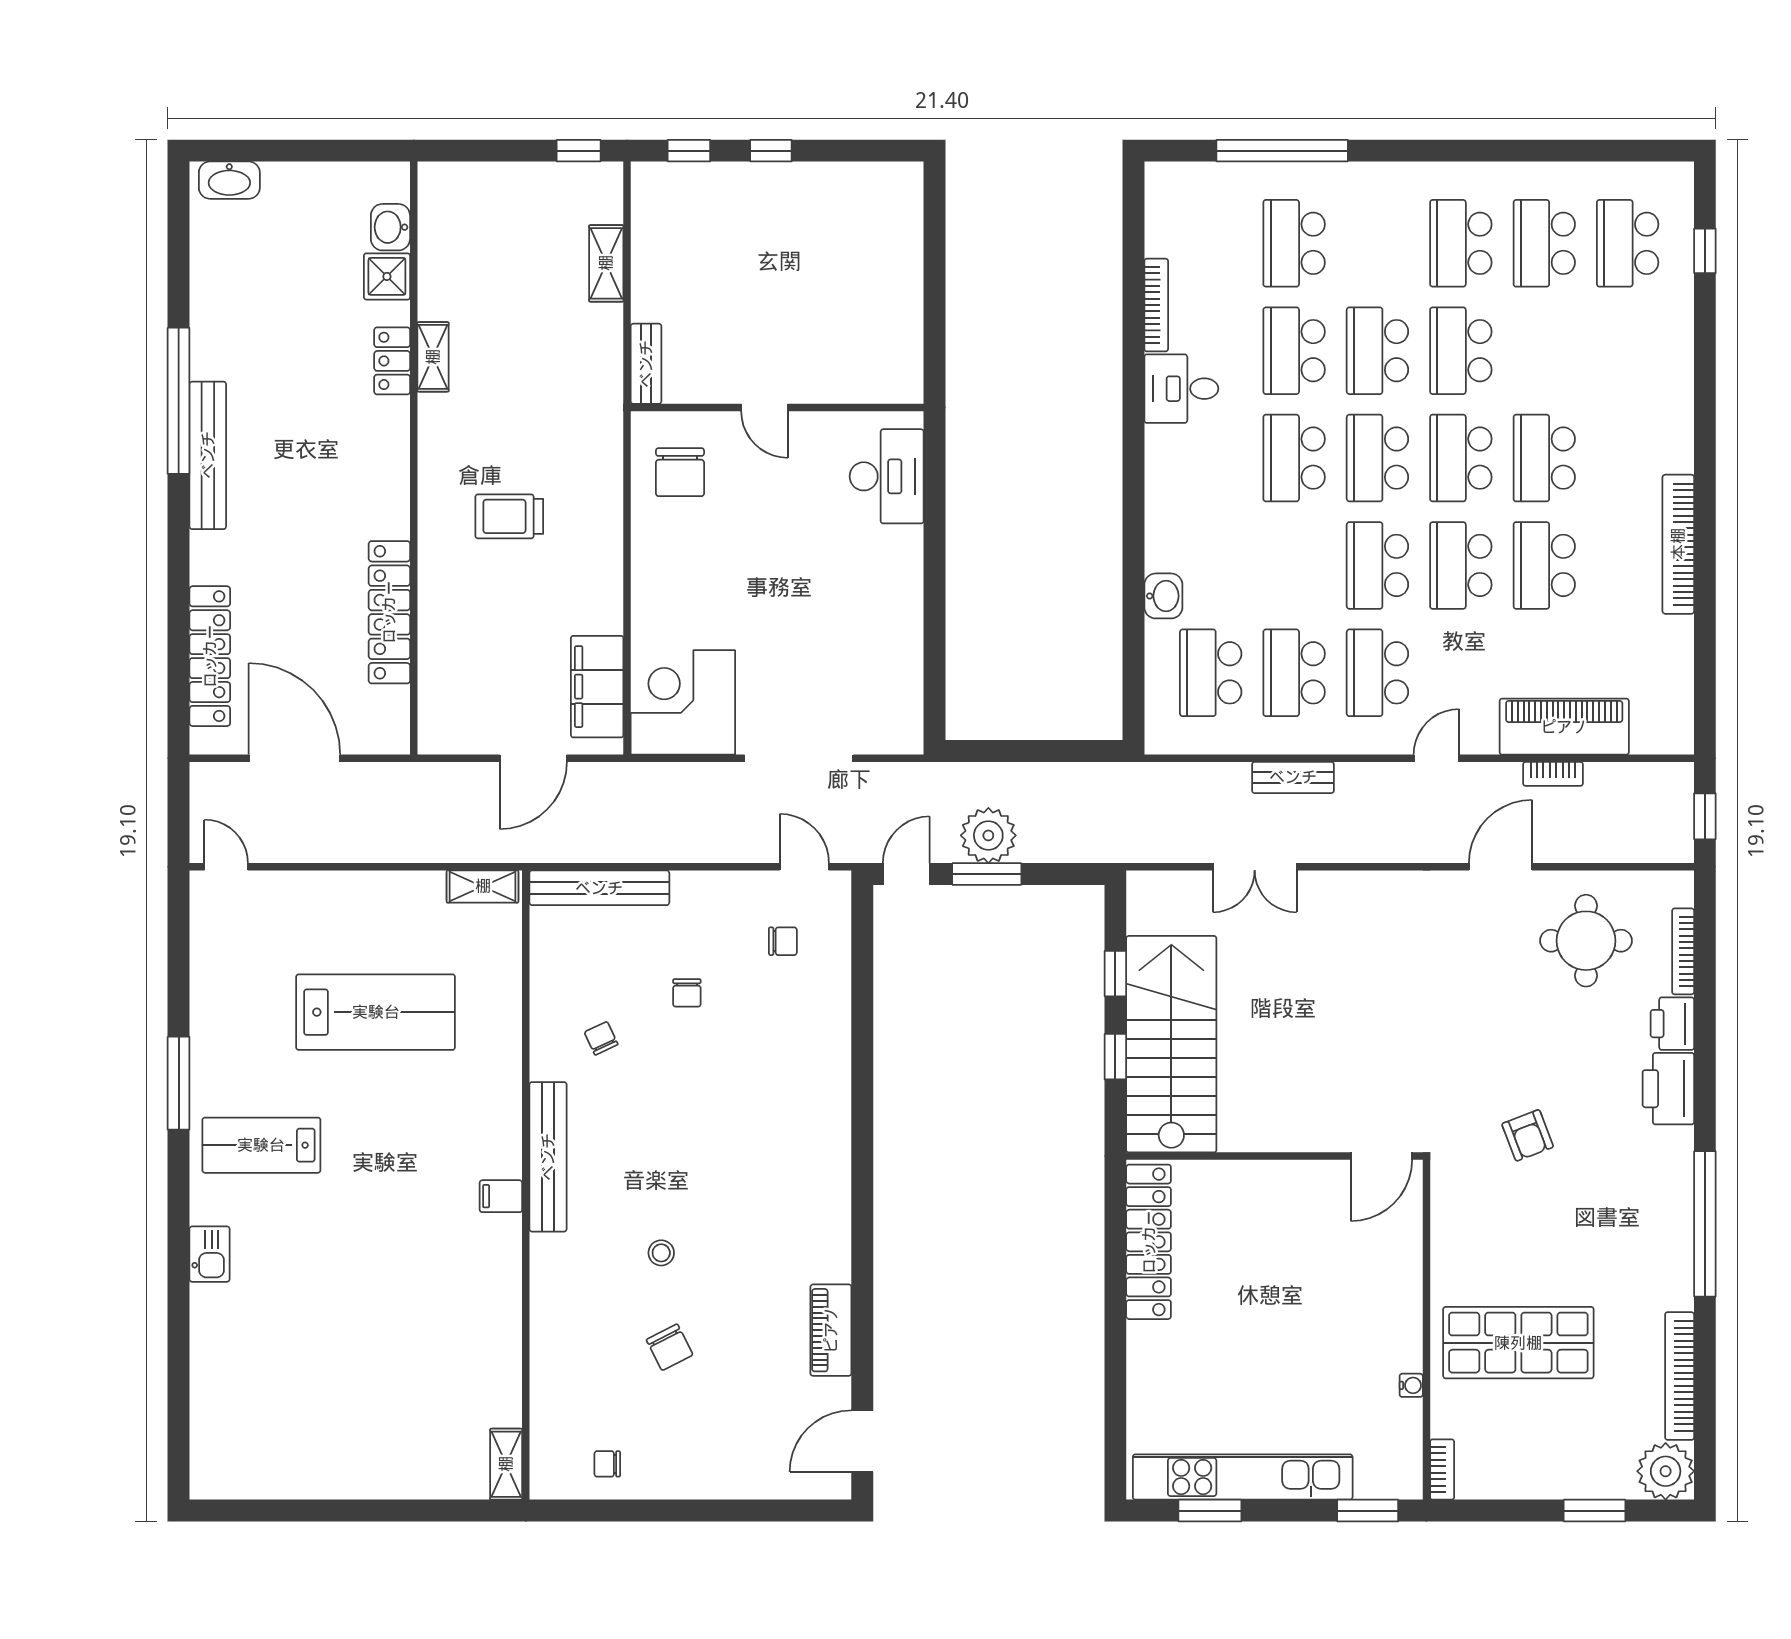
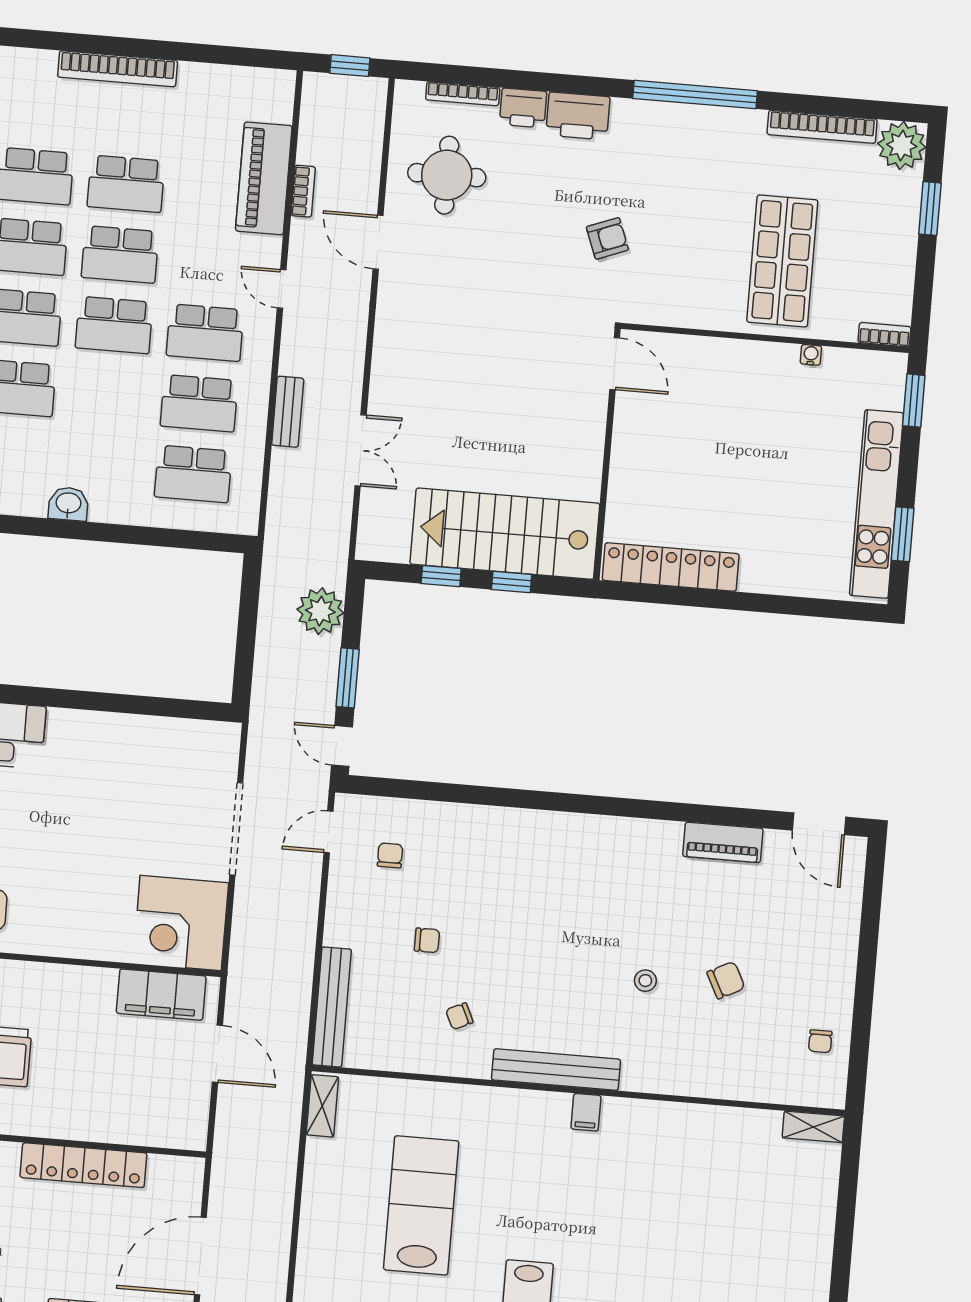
washbasin: (1163, 596) -> (68, 504), moved
plant: (988, 835) -> (320, 611), moved

